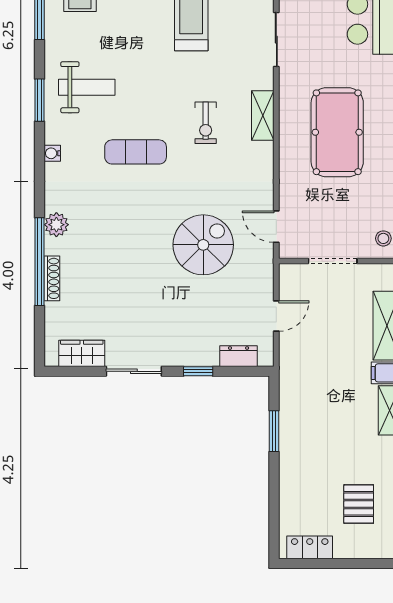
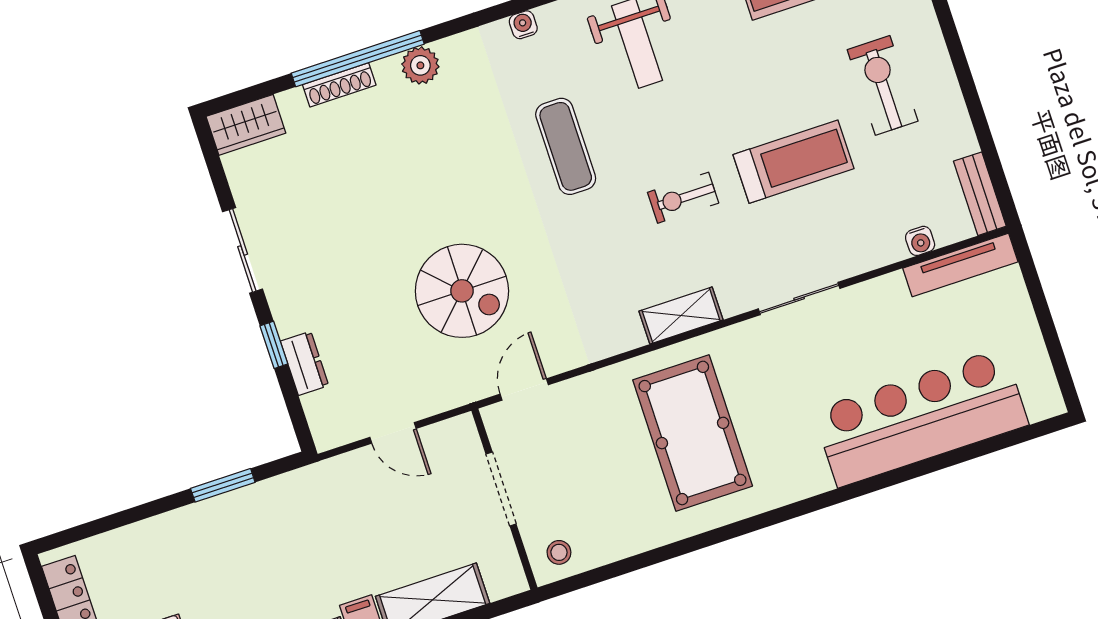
exercise bike: (206, 123) -> (683, 198), moved
pool table: (337, 132) -> (693, 433), turned 90
wardrobe: (82, 353) -> (246, 125), moved, turned 90
dresser: (239, 356) -> (305, 363), moved

